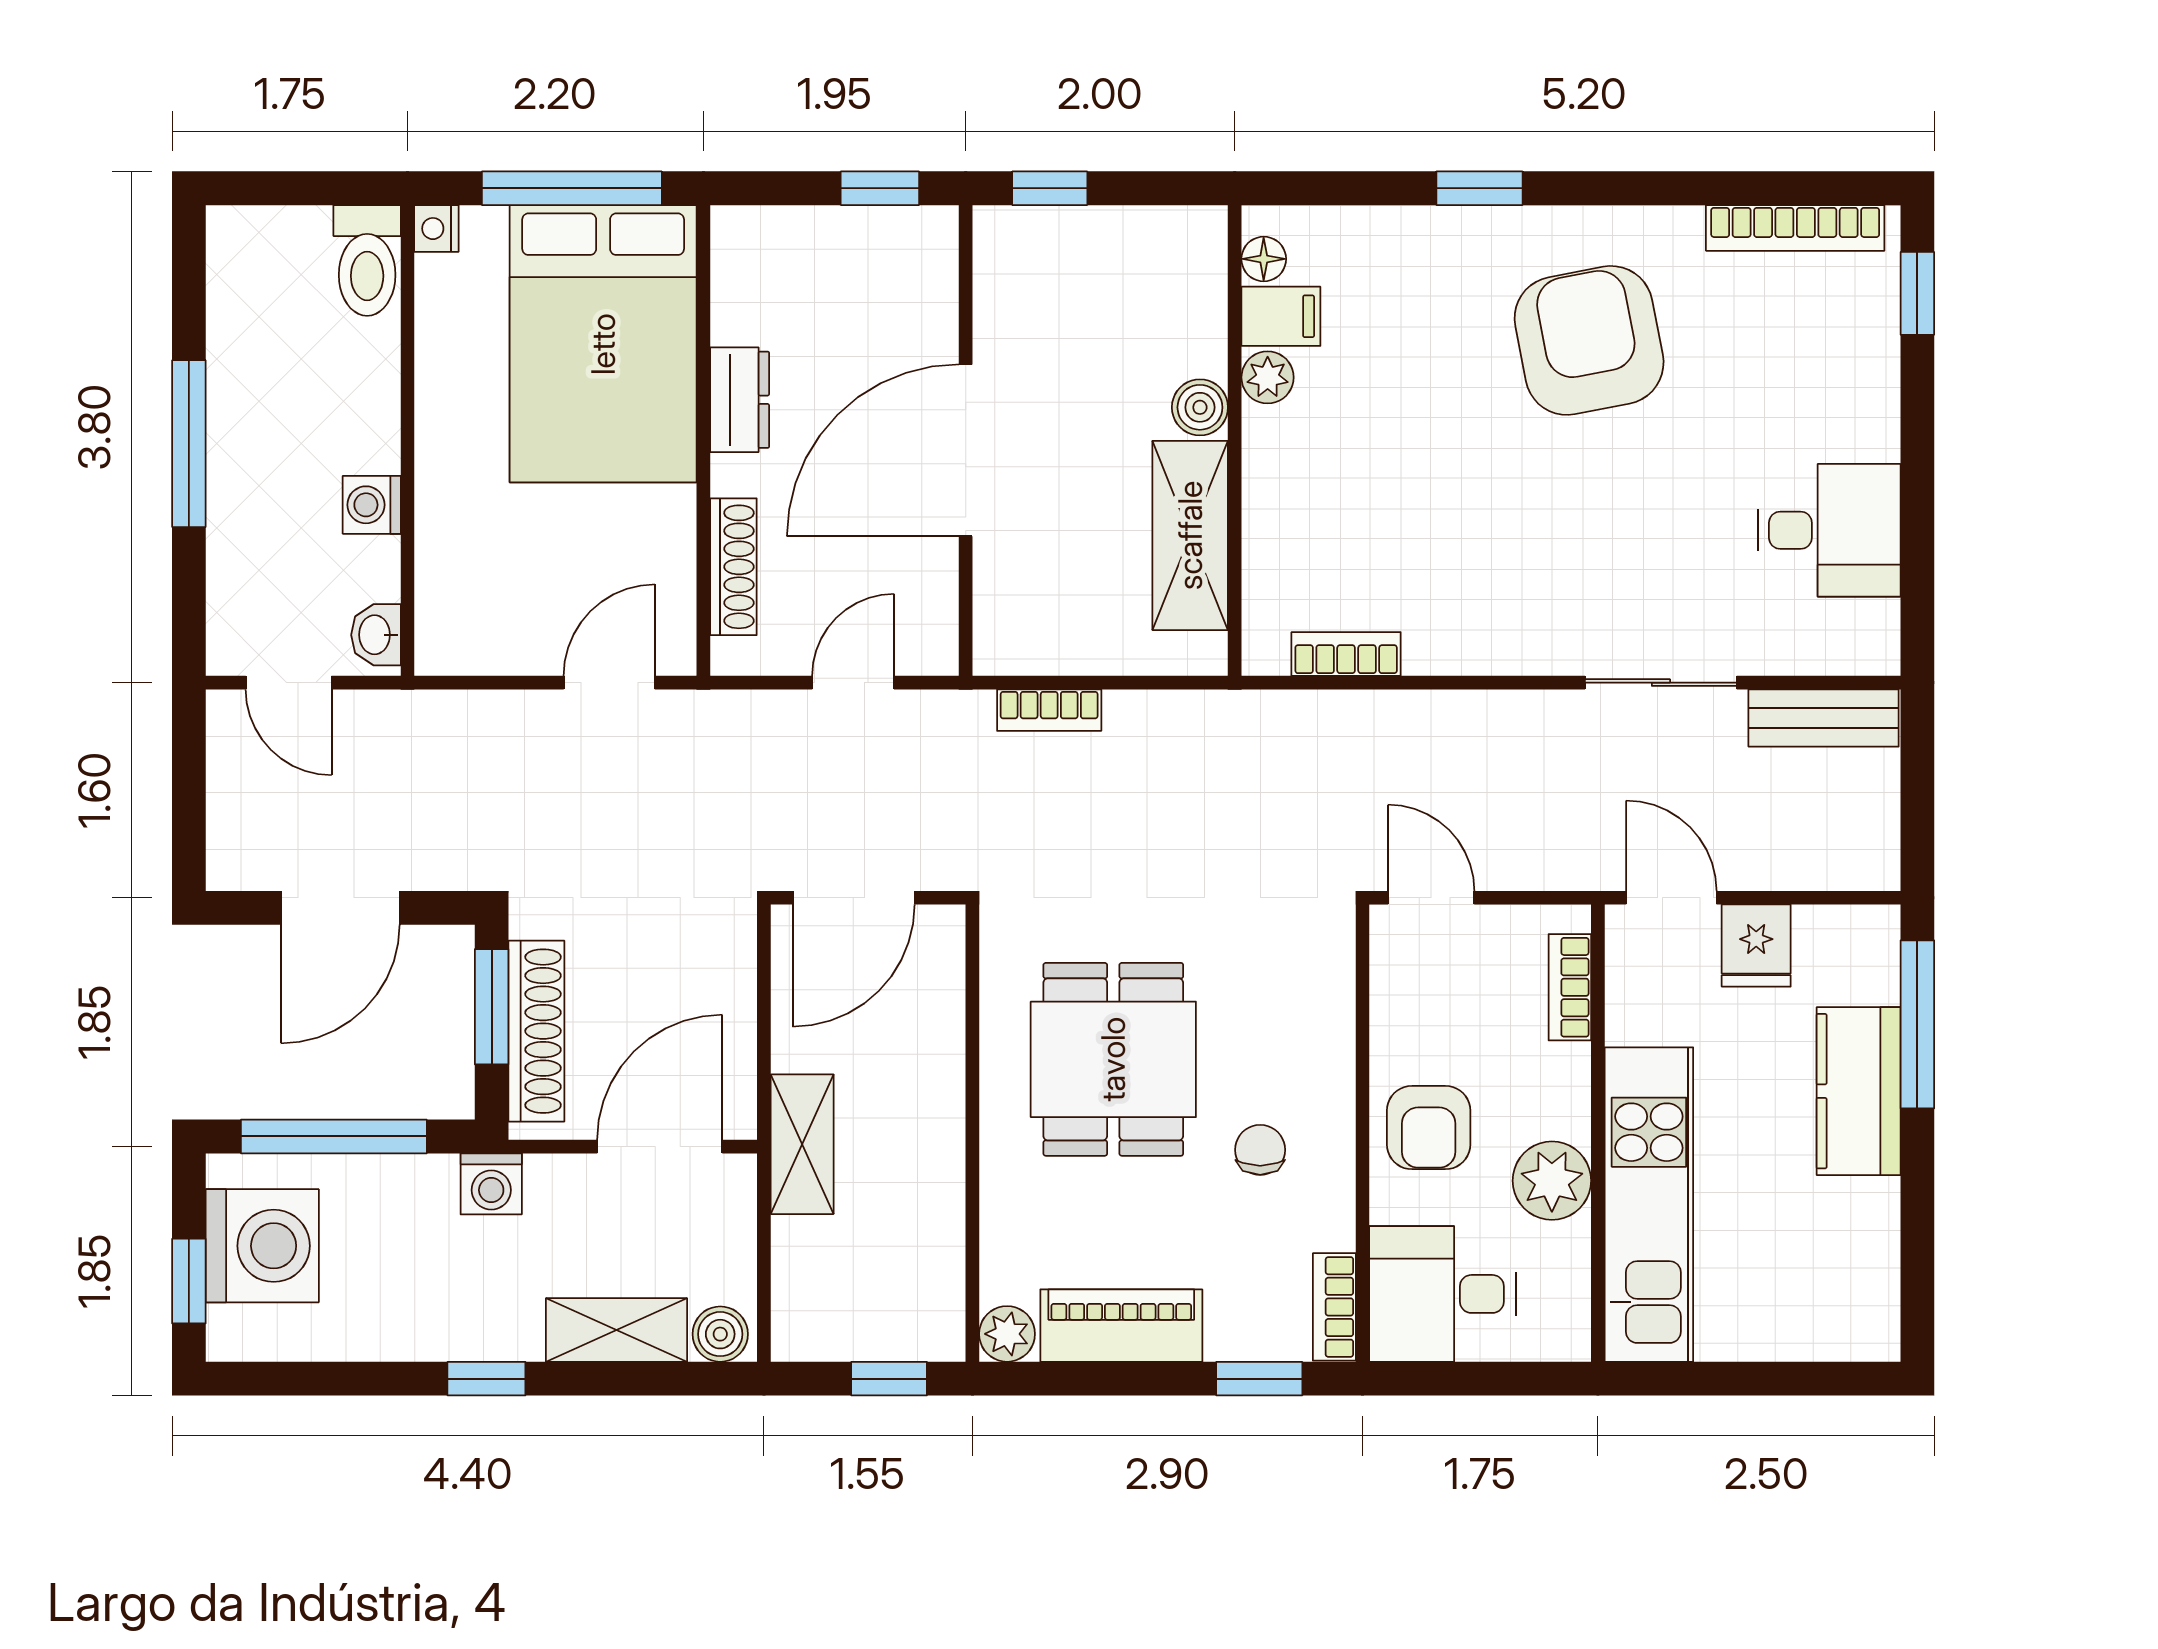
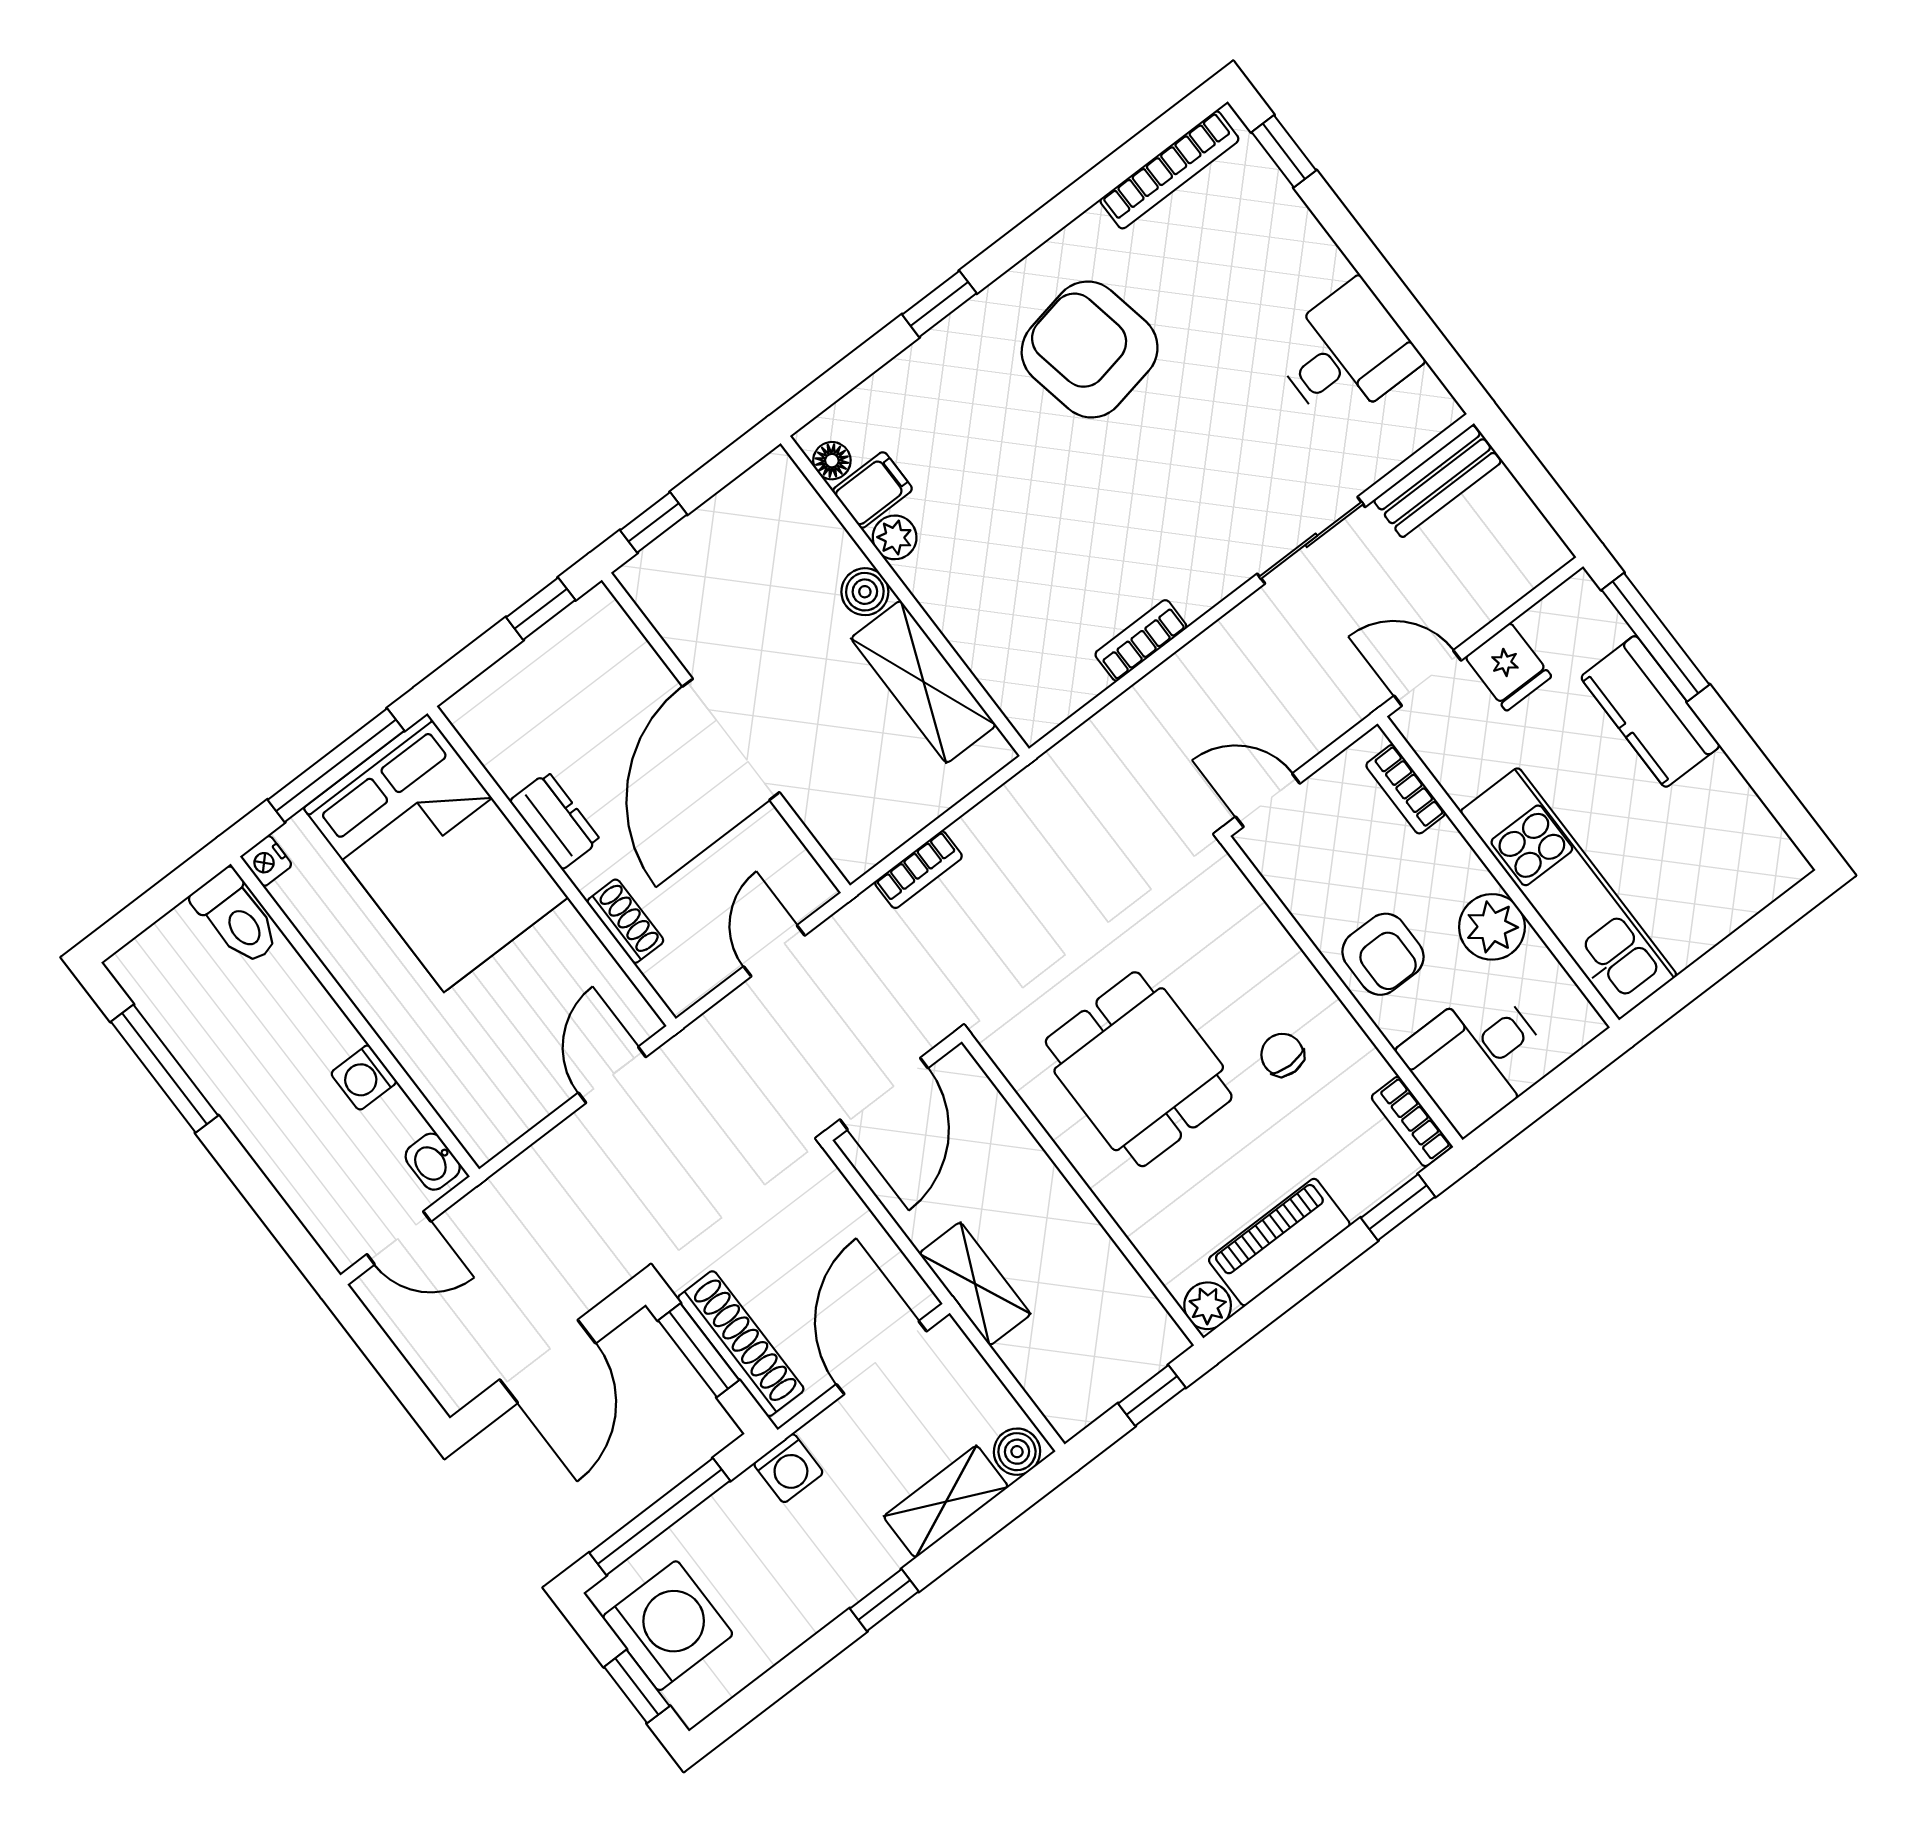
window: (189, 444) -> (165, 1069), moved
shoe rack: (733, 567) -> (625, 921), width x0.70
bookcase: (1346, 654) -> (1141, 640), moved

